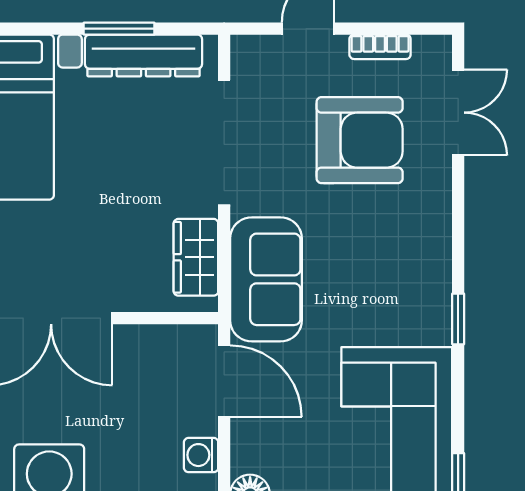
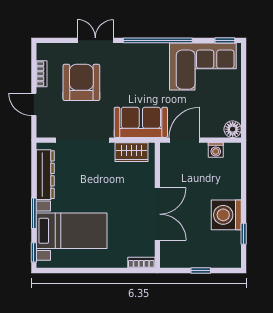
window: (119, 29) -> (34, 213), moved
double door: (458, 113) -> (95, 40), moved
window: (458, 319) -> (158, 40), width x3.17

